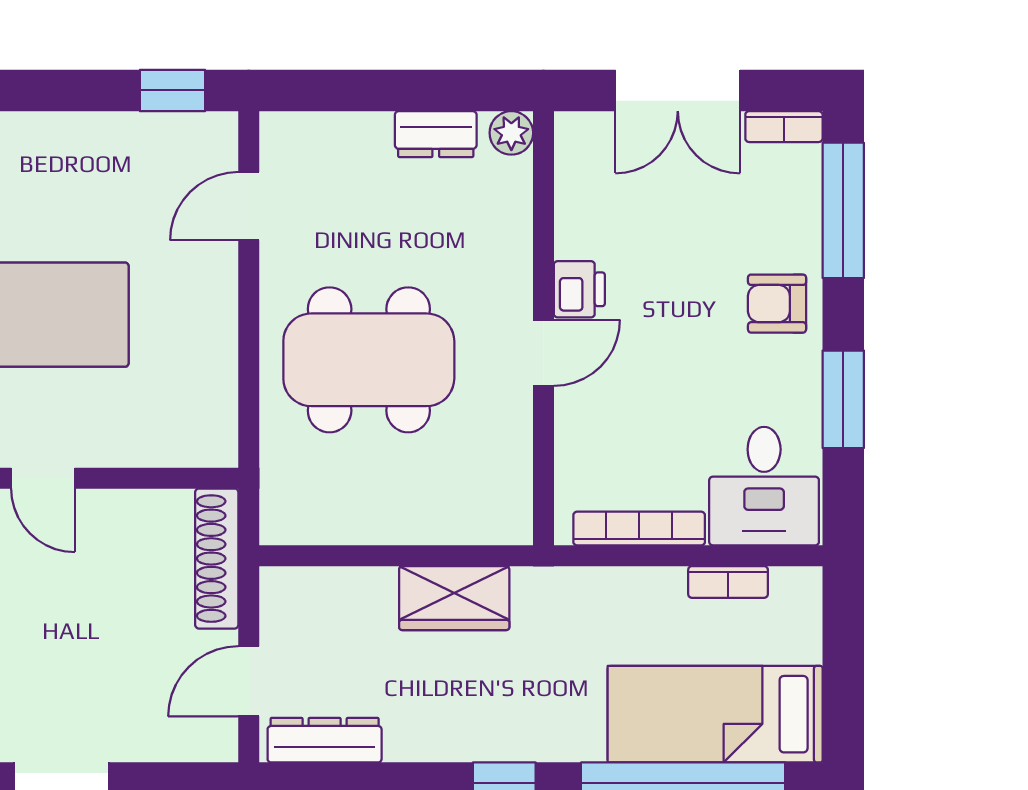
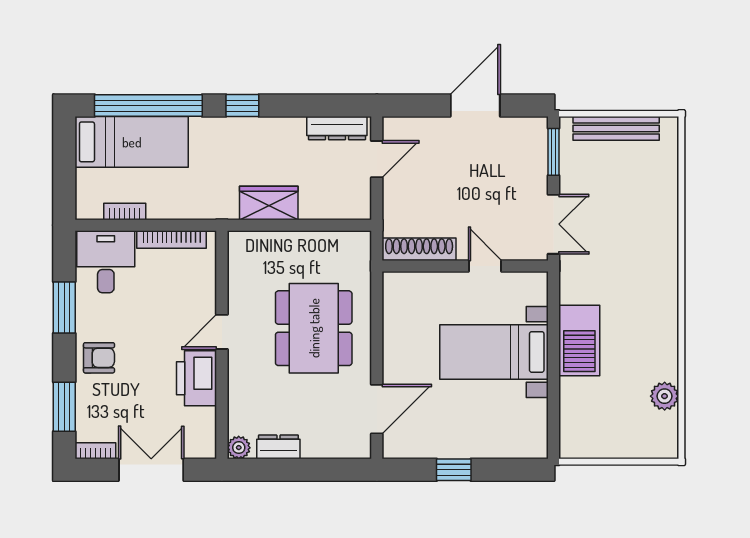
window: (172, 90) -> (454, 470), moved
door: (249, 206) -> (377, 409), width x1.38
window: (843, 210) -> (64, 407), width x0.69
printer: (579, 289) -> (196, 378), width x1.87, depth x1.48
dining table: (369, 360) -> (314, 328), turned 90
shoe rack: (217, 559) -> (419, 249), moved, turned -90

